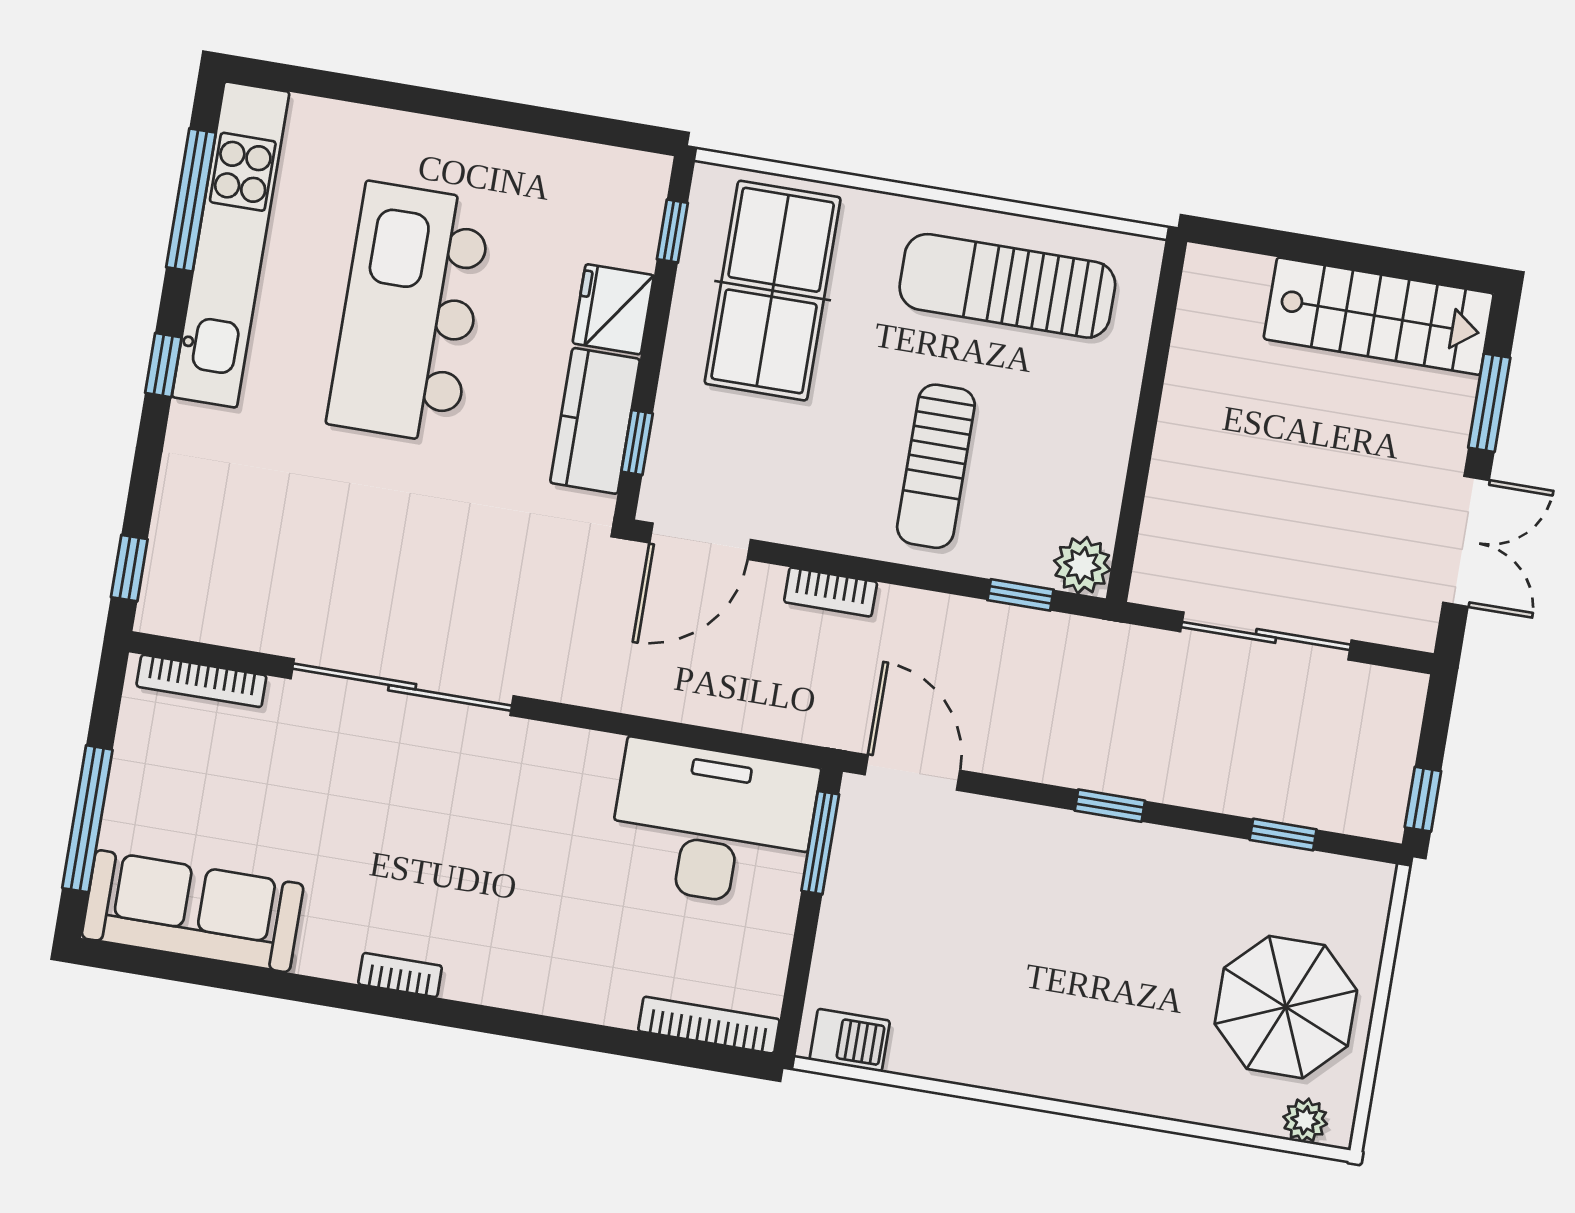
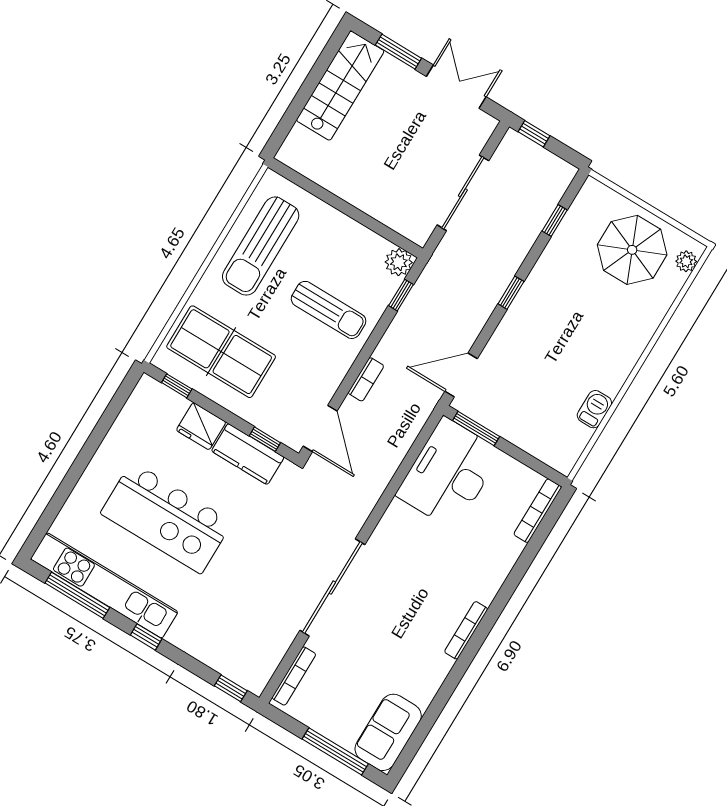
window: (1423, 799) -> (534, 134), moved
sofa: (193, 911) -> (388, 732), width x0.73
bookcase: (400, 975) -> (466, 630), width x1.56
barbecue: (850, 1040) -> (594, 409), moved

